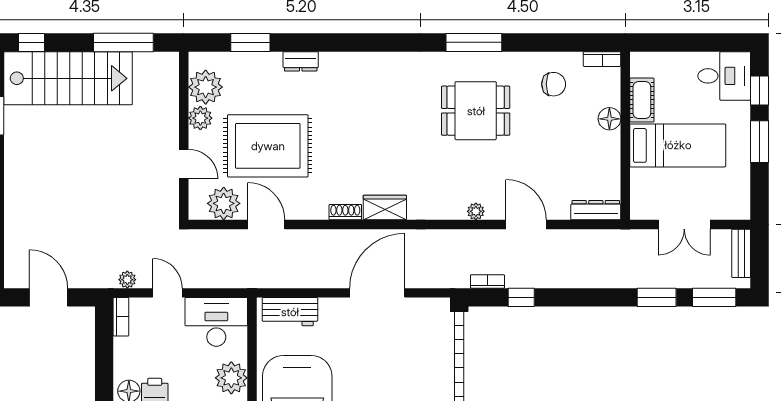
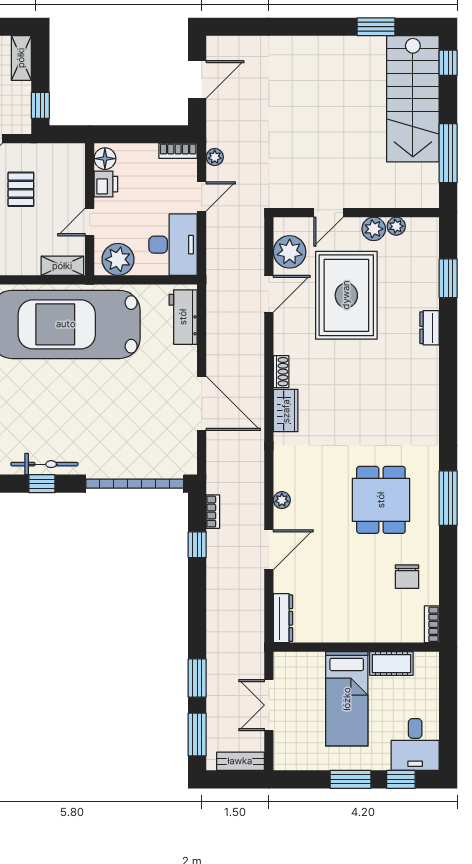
plant: (206, 87) -> (396, 226), width x0.53, depth x0.53
floor lamp: (609, 119) -> (373, 632), removed

